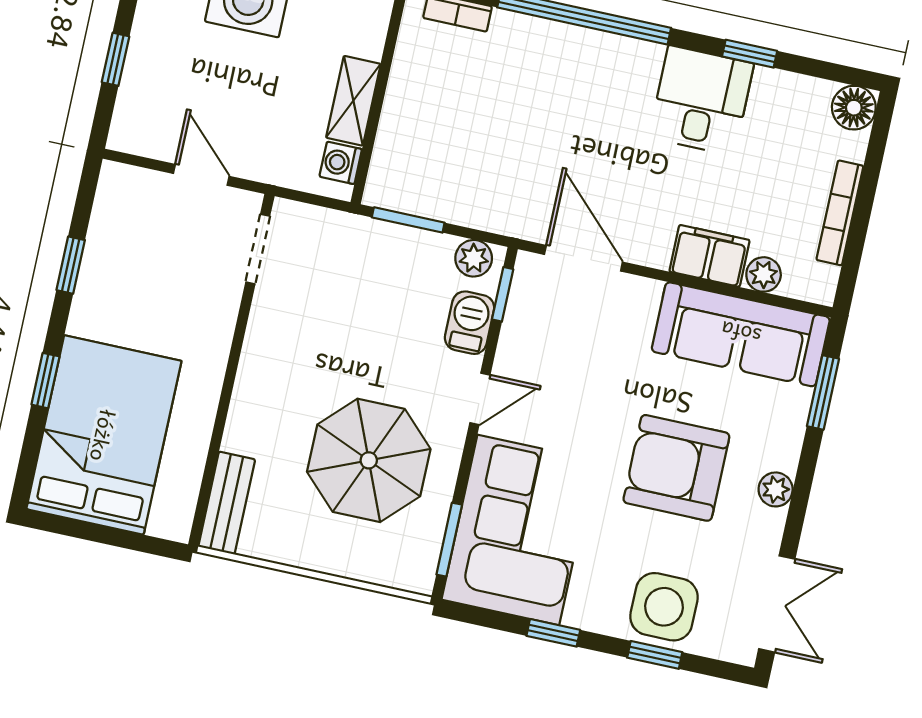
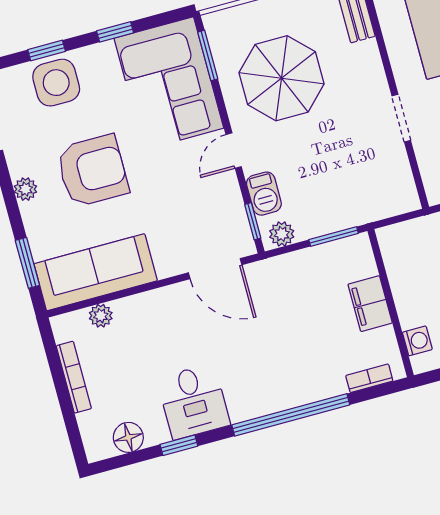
shelving: (353, 101) -> (405, 292), removed
floor lamp: (854, 108) -> (128, 437), moved
washing machine: (341, 163) -> (417, 341), moved
doorway: (258, 249) -> (401, 118), moved
filing cabinet: (709, 256) -> (370, 304), moved, turned 90

